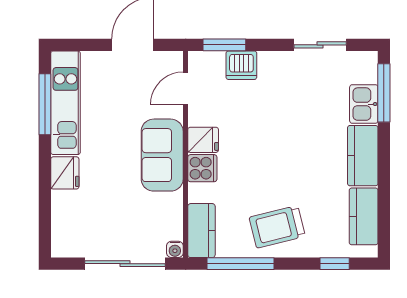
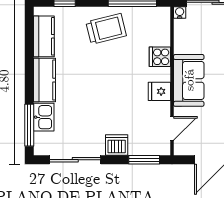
sliding door: (320, 45) -> (75, 160), width x1.37
dishwasher: (241, 65) -> (117, 145), moved
cooker: (202, 168) -> (160, 57), moved
kitchen counter: (201, 231) -> (161, 26), removed

